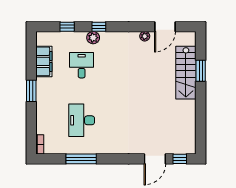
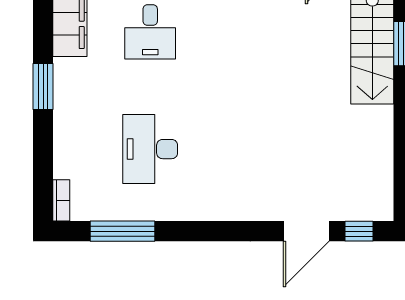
desk: (82, 65) -> (150, 32), turned 180
window: (81, 159) -> (122, 231), moved

